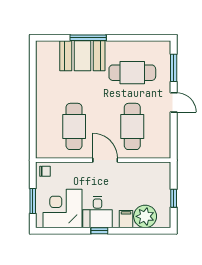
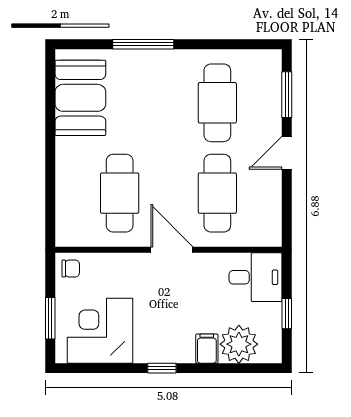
booth: (82, 56) -> (80, 98), moved, turned 90
cafe table: (132, 73) -> (217, 103), turned 90
door: (174, 102) -> (287, 153), swing flipped
desk: (98, 212) -> (256, 277), moved, turned -90

